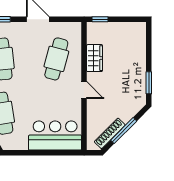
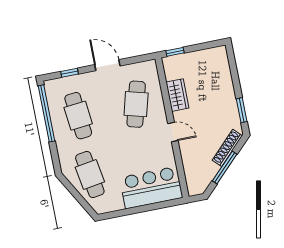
shoe rack: (110, 133) -> (227, 148), moved

